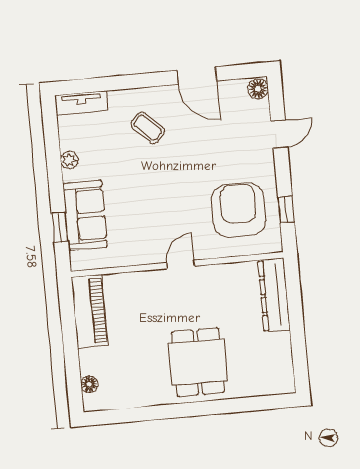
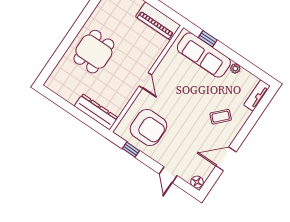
sofa: (85, 215) -> (204, 55), width x1.36
dining table: (198, 362) -> (94, 52), turned 90

